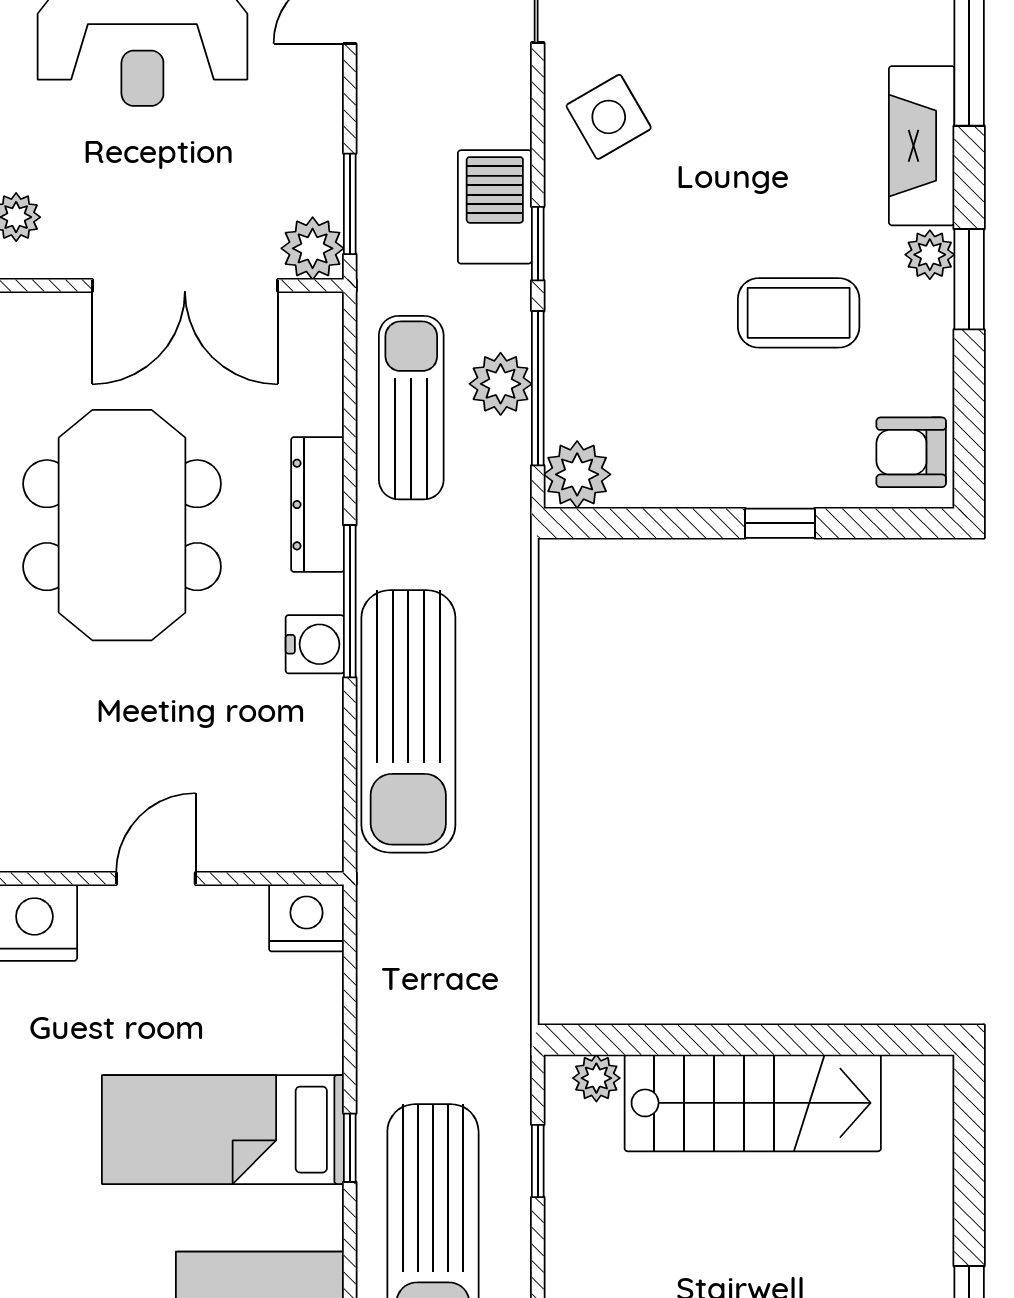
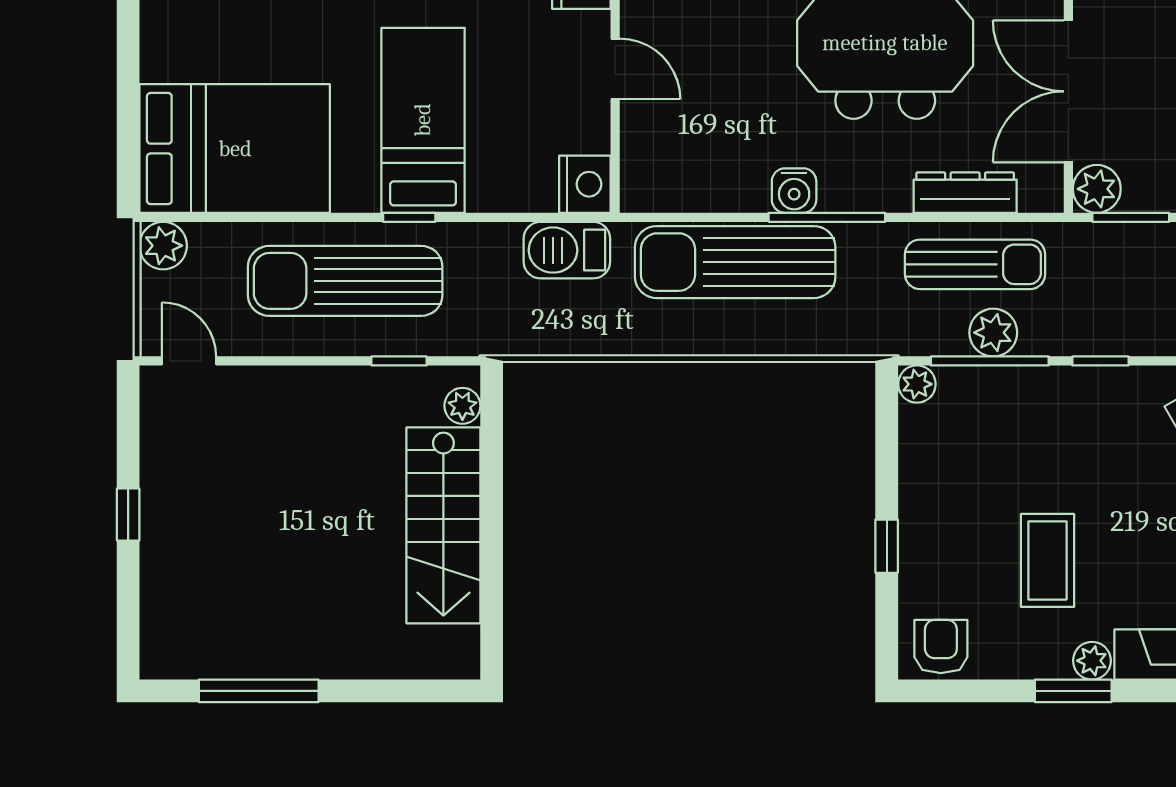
barbecue: (495, 207) -> (567, 250), moved, turned 180
plant: (577, 474) -> (917, 384), width x0.73, depth x0.73
dresser: (318, 505) -> (965, 193), moved

